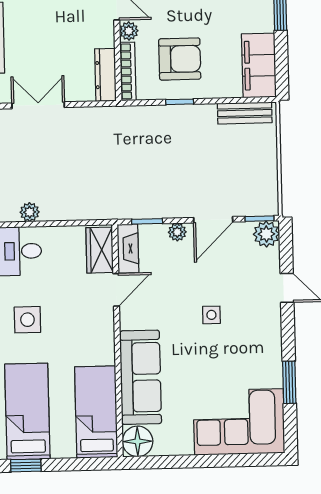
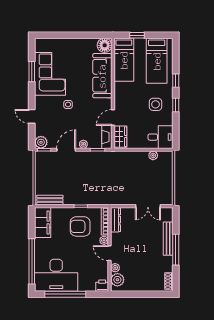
corner sofa: (239, 422) -> (50, 74), moved, turned -90
window: (26, 465) -> (137, 35), moved

